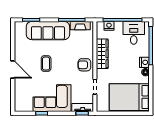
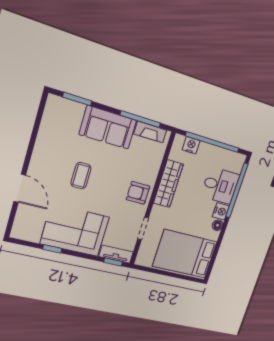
sofa: (48, 31) -> (108, 127), width x0.73
desk: (134, 33) -> (220, 186), moved, turned 90
door: (13, 69) -> (20, 188), moved

